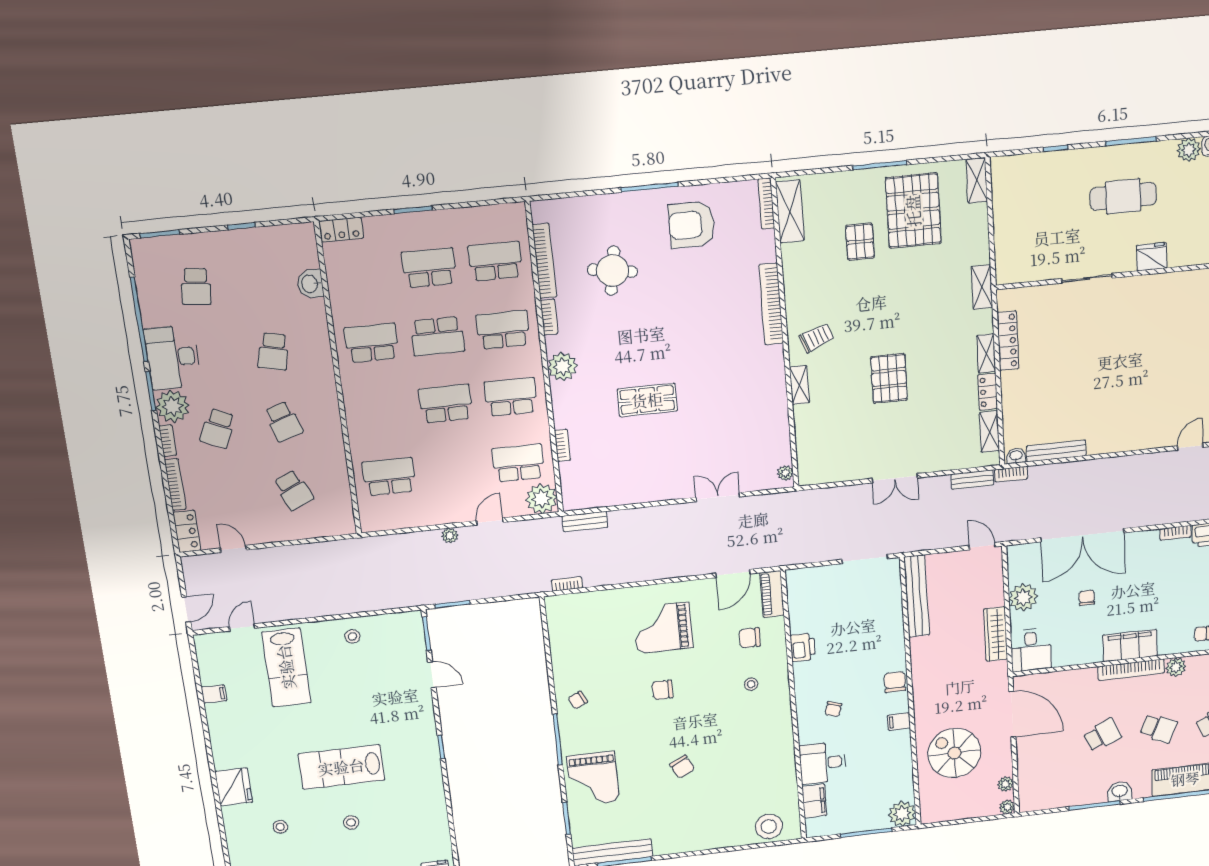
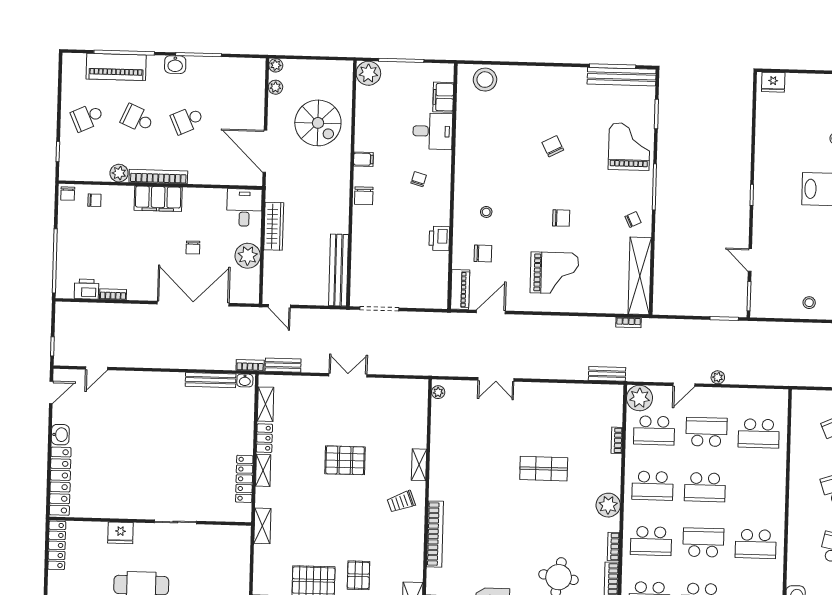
pallet: (889, 378) -> (345, 460), turned 90
school desk: (454, 470) -> (706, 432), added
shelving: (561, 639) -> (640, 276), added

